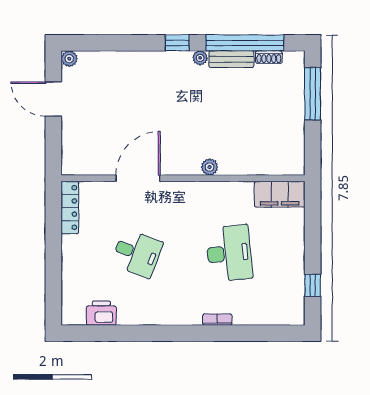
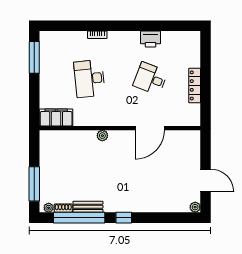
plant: (200, 58) -> (49, 208), moved
locker: (70, 208) -> (195, 85), moved
window: (313, 285) -> (34, 57), width x2.17
printer: (101, 313) -> (151, 39), moved

